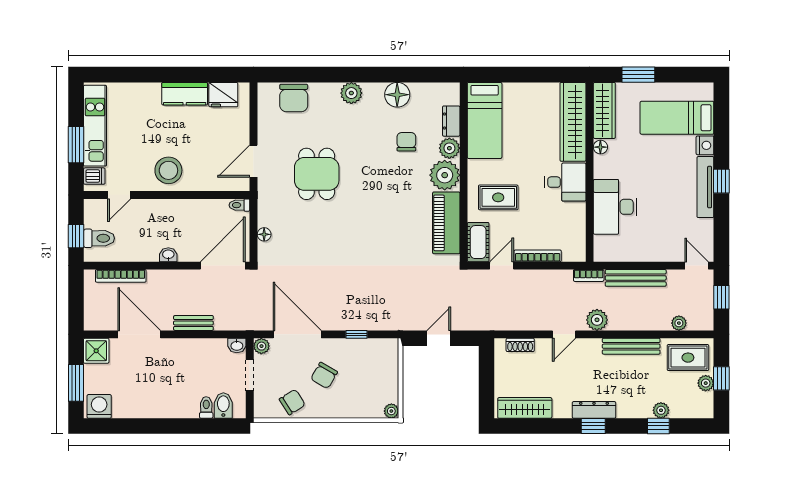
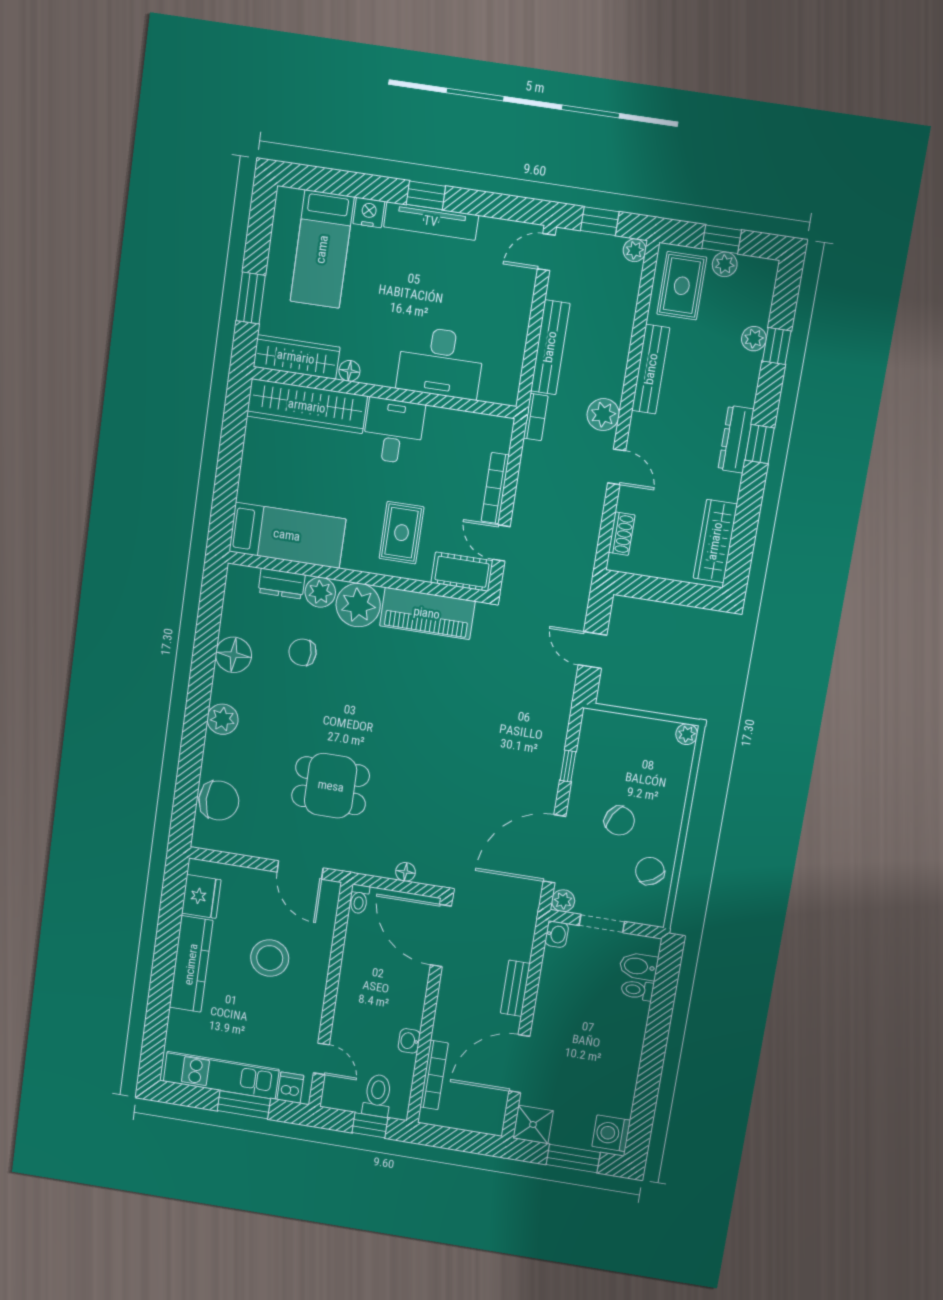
kitchen counter: (185, 94) -> (191, 964), width x1.50
stool: (168, 170) -> (270, 958), moved
washbasin: (168, 255) -> (409, 1041), moved
plant: (679, 323) -> (635, 250), moved

